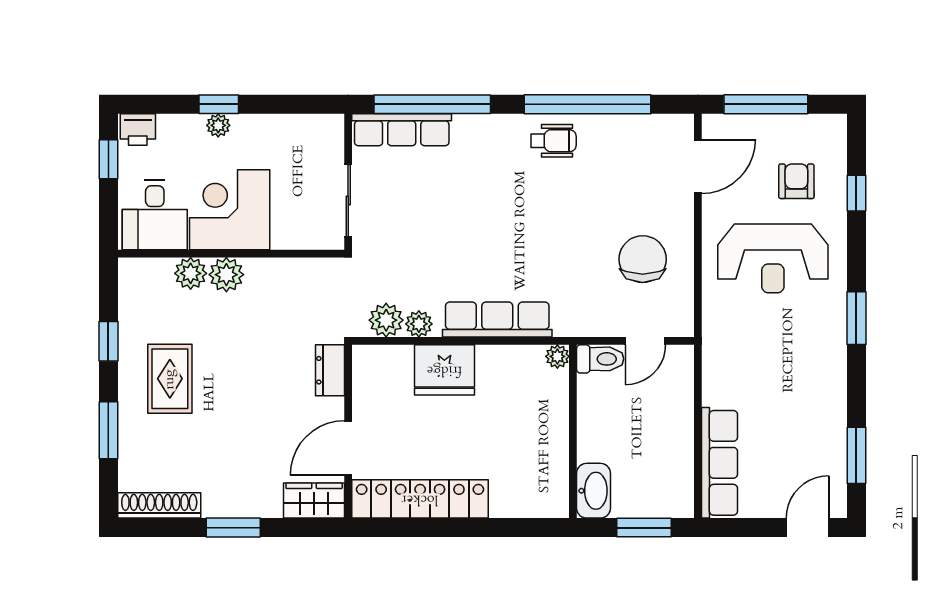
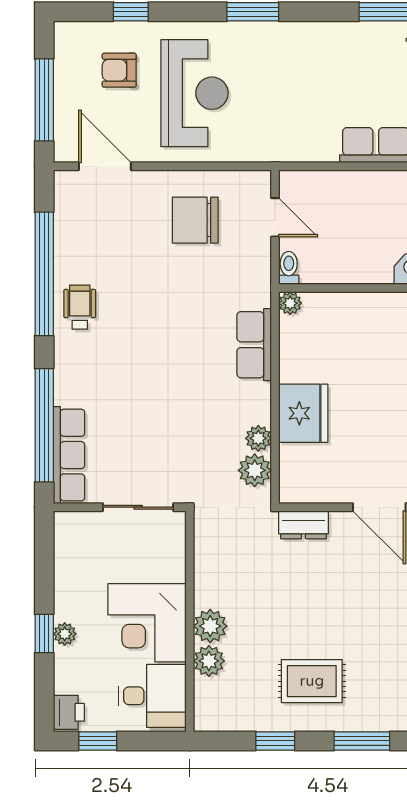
row of seats: (497, 320) -> (254, 345), width x0.68
toilet: (600, 359) -> (289, 268), width x0.73, depth x0.72

